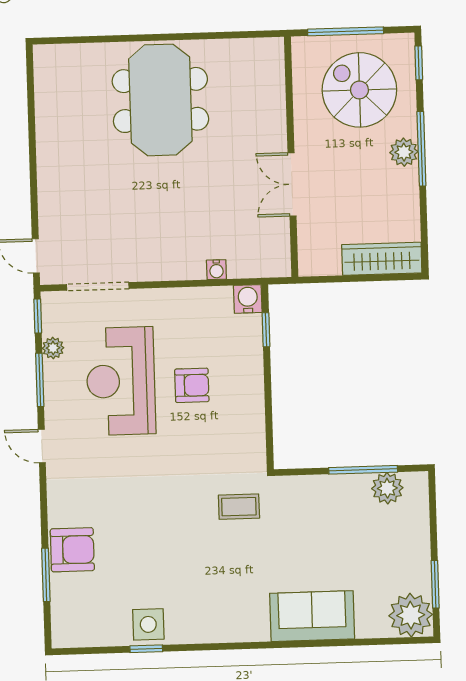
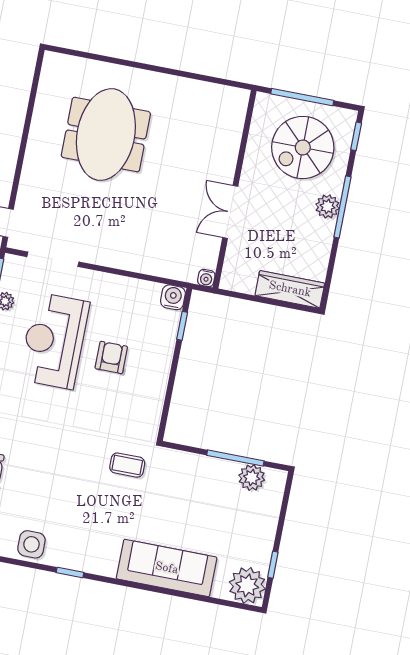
spiral stairs: (359, 90) -> (303, 147), turned -90
meeting table: (160, 100) -> (106, 135), moved
water cooler: (216, 270) -> (206, 278), moved
armchair: (192, 385) -> (111, 357), turned -90
window: (435, 584) -> (273, 565), width x0.67
sofa: (312, 616) -> (167, 568), width x1.36
window: (146, 649) -> (70, 573), moved

